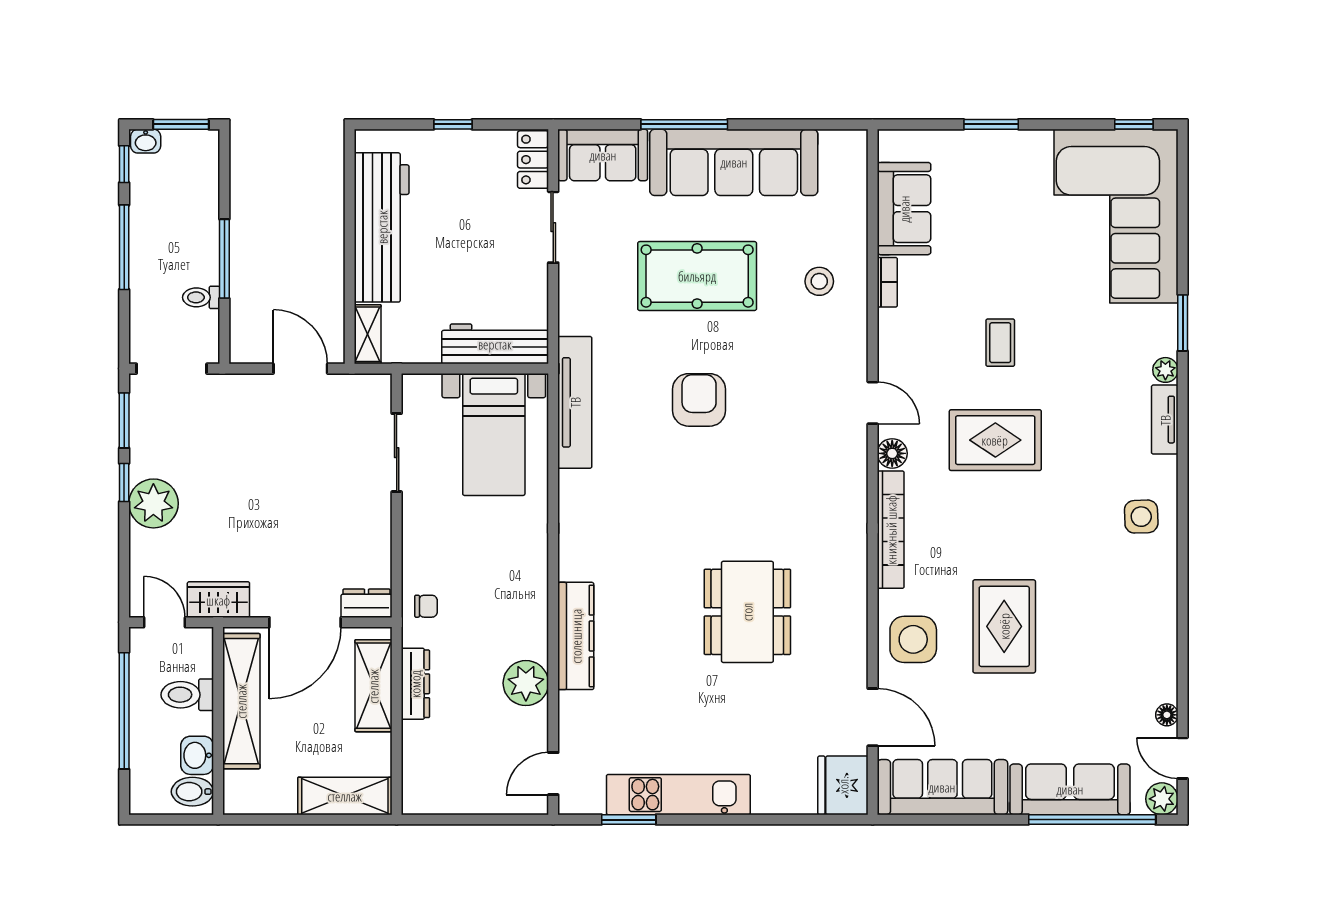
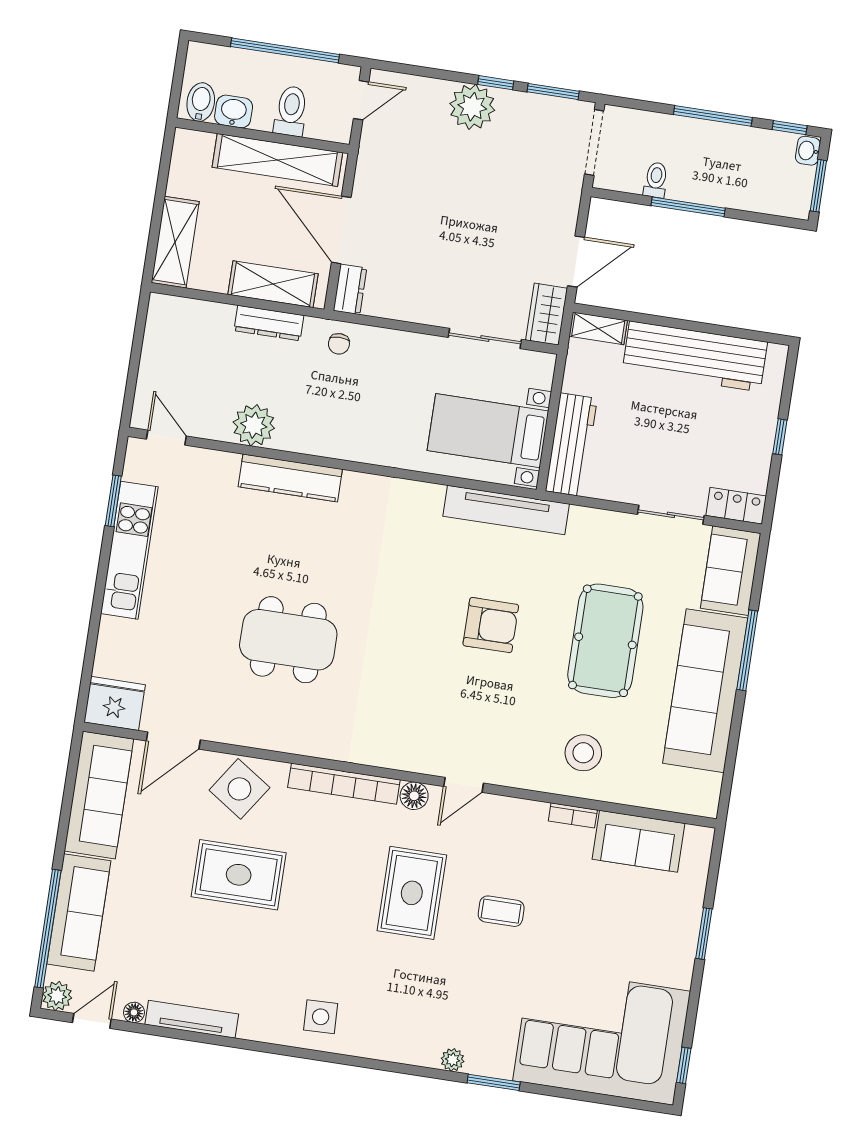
stool: (819, 281) -> (583, 753), width x1.38, depth x1.38
tv unit: (1165, 420) -> (192, 1019), moved, width x1.41
wardrobe: (218, 600) -> (547, 314), moved, turned 180
side table: (913, 639) -> (239, 789), turned 34

